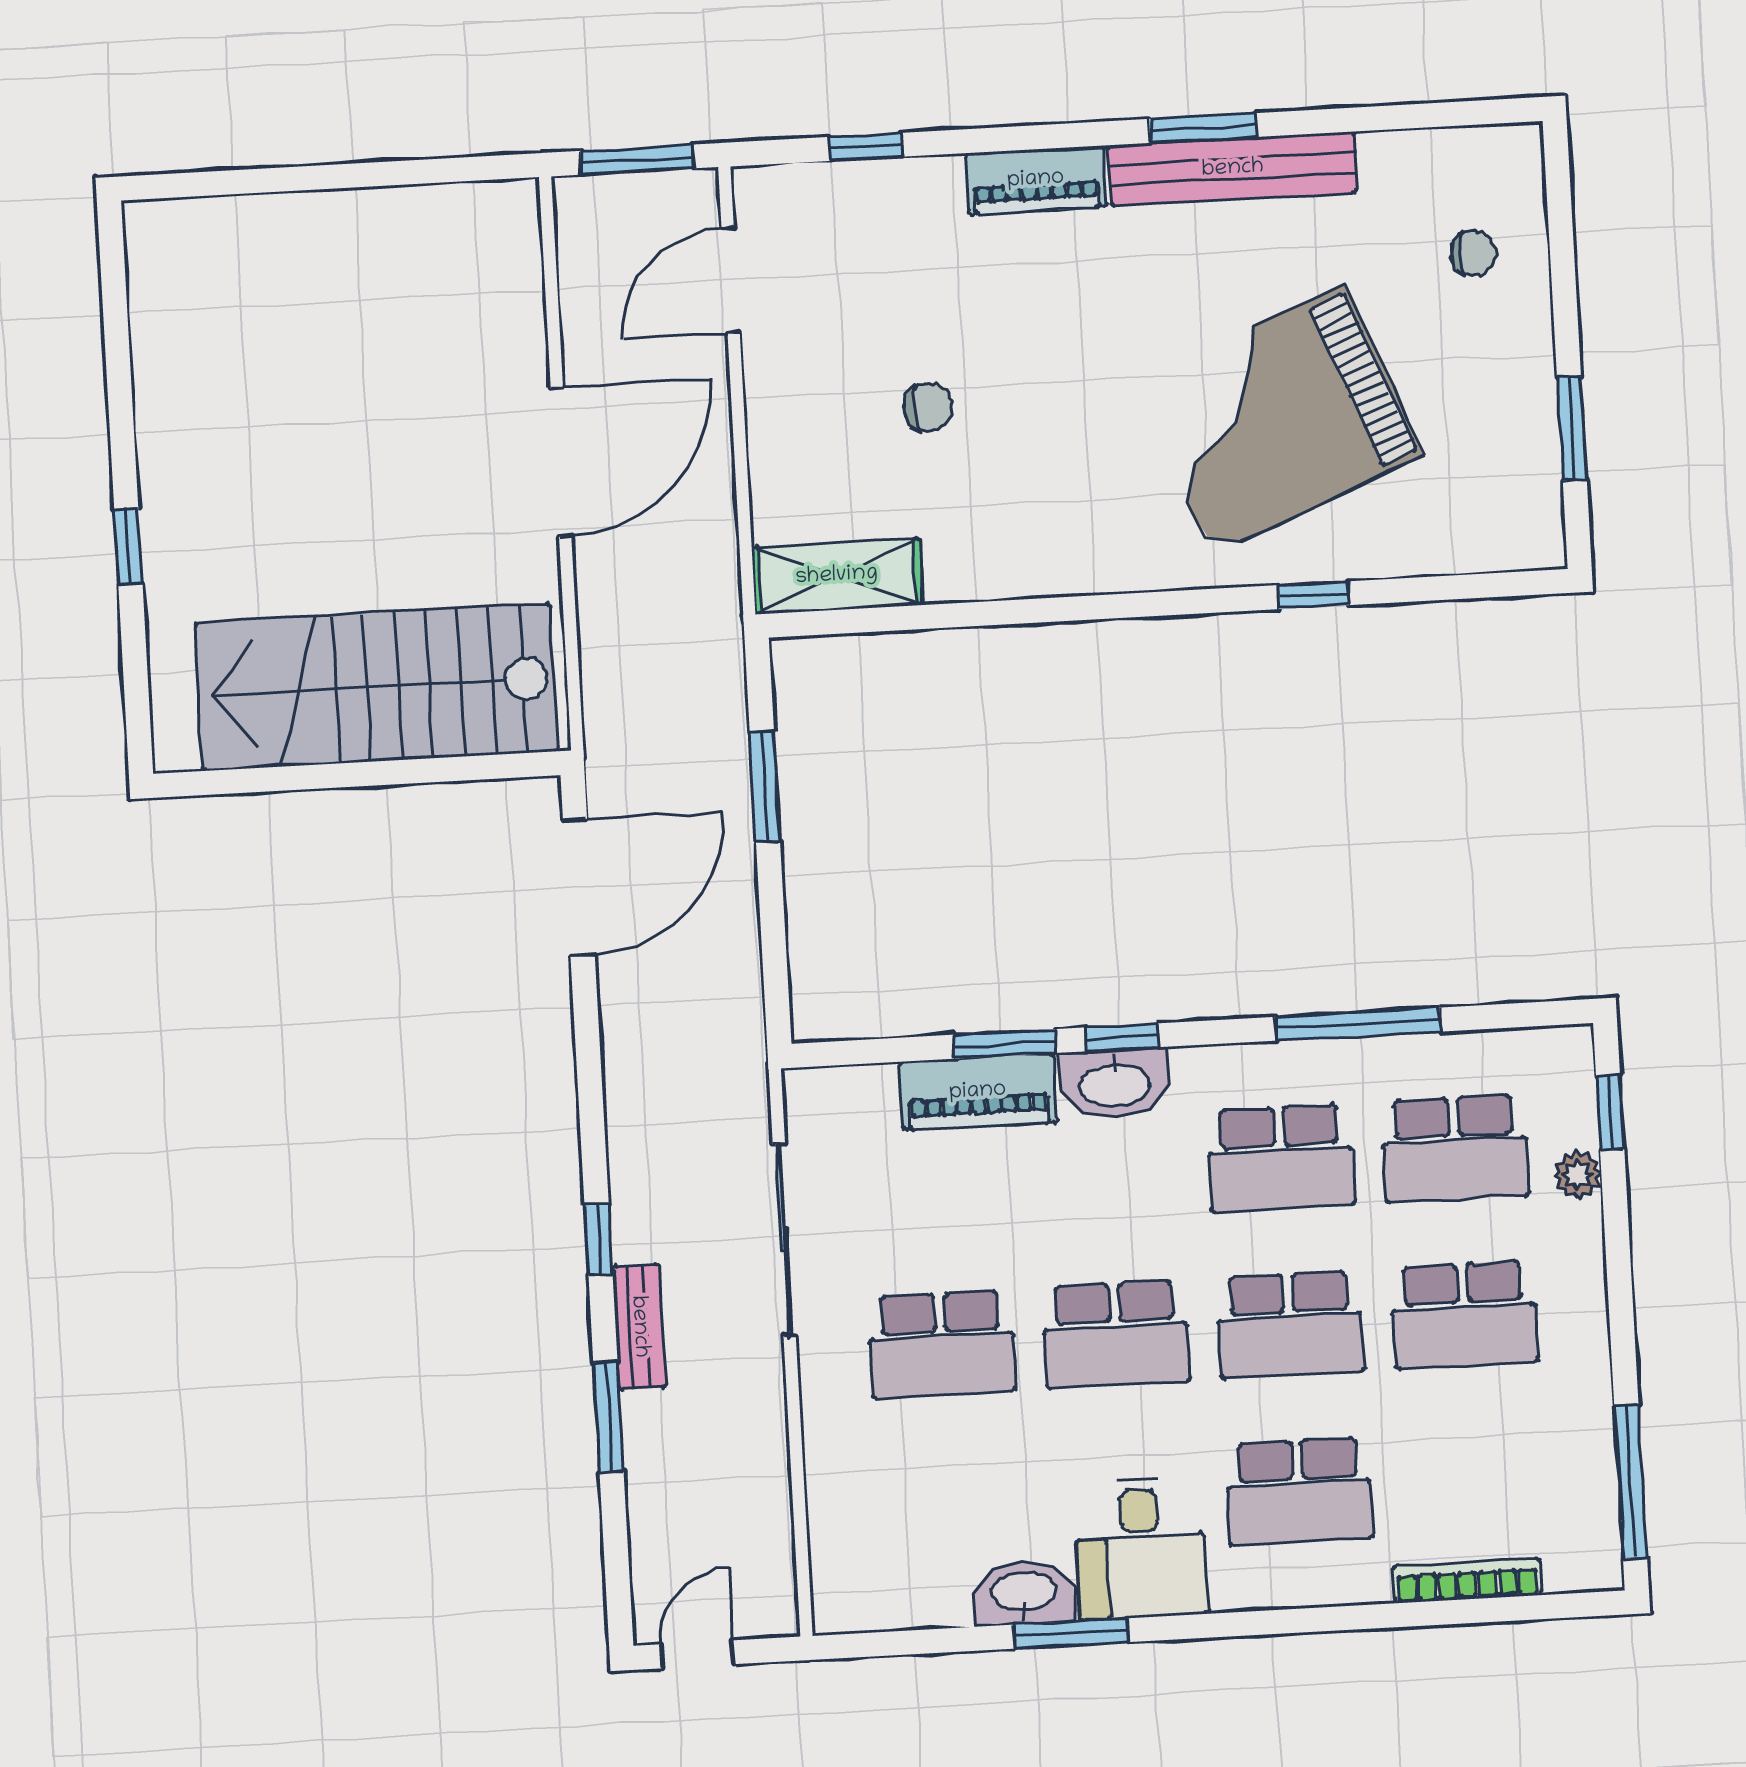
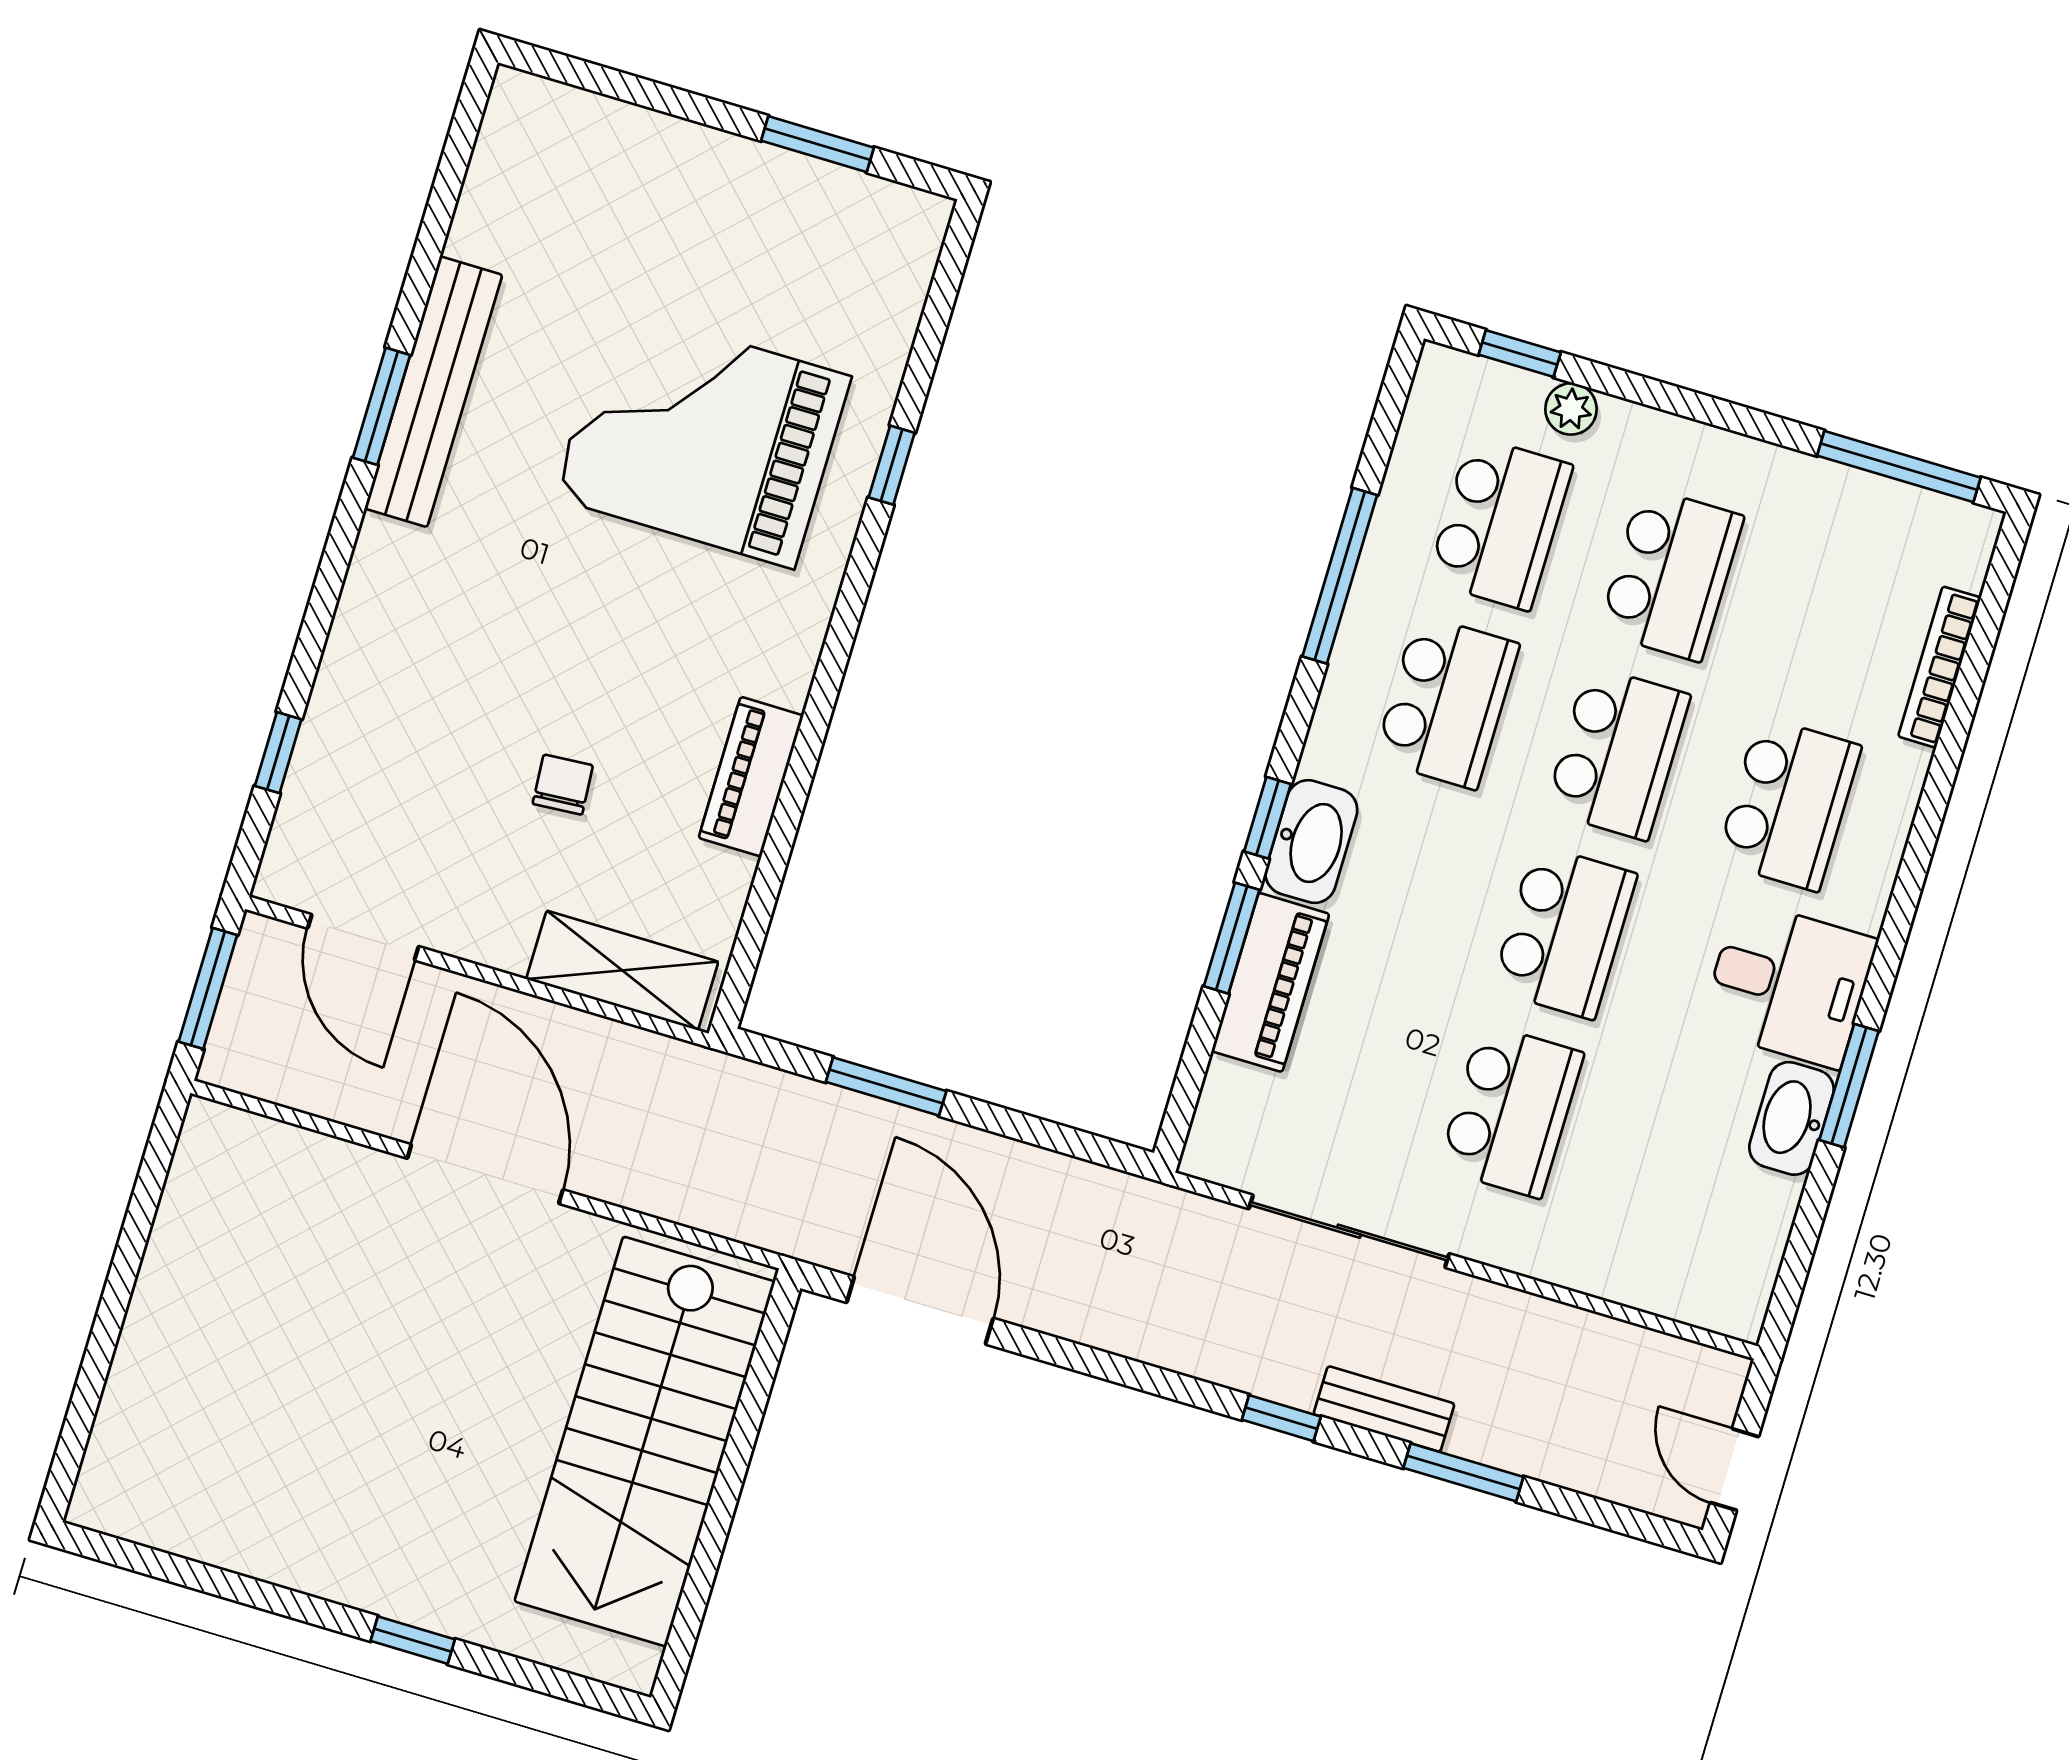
piano: (1036, 180) -> (751, 777), moved, turned 180
chair: (1473, 253) -> (605, 180), removed
grand piano: (1278, 420) -> (702, 437), turned 112
shelving: (837, 576) -> (622, 970), moved, turned 90

